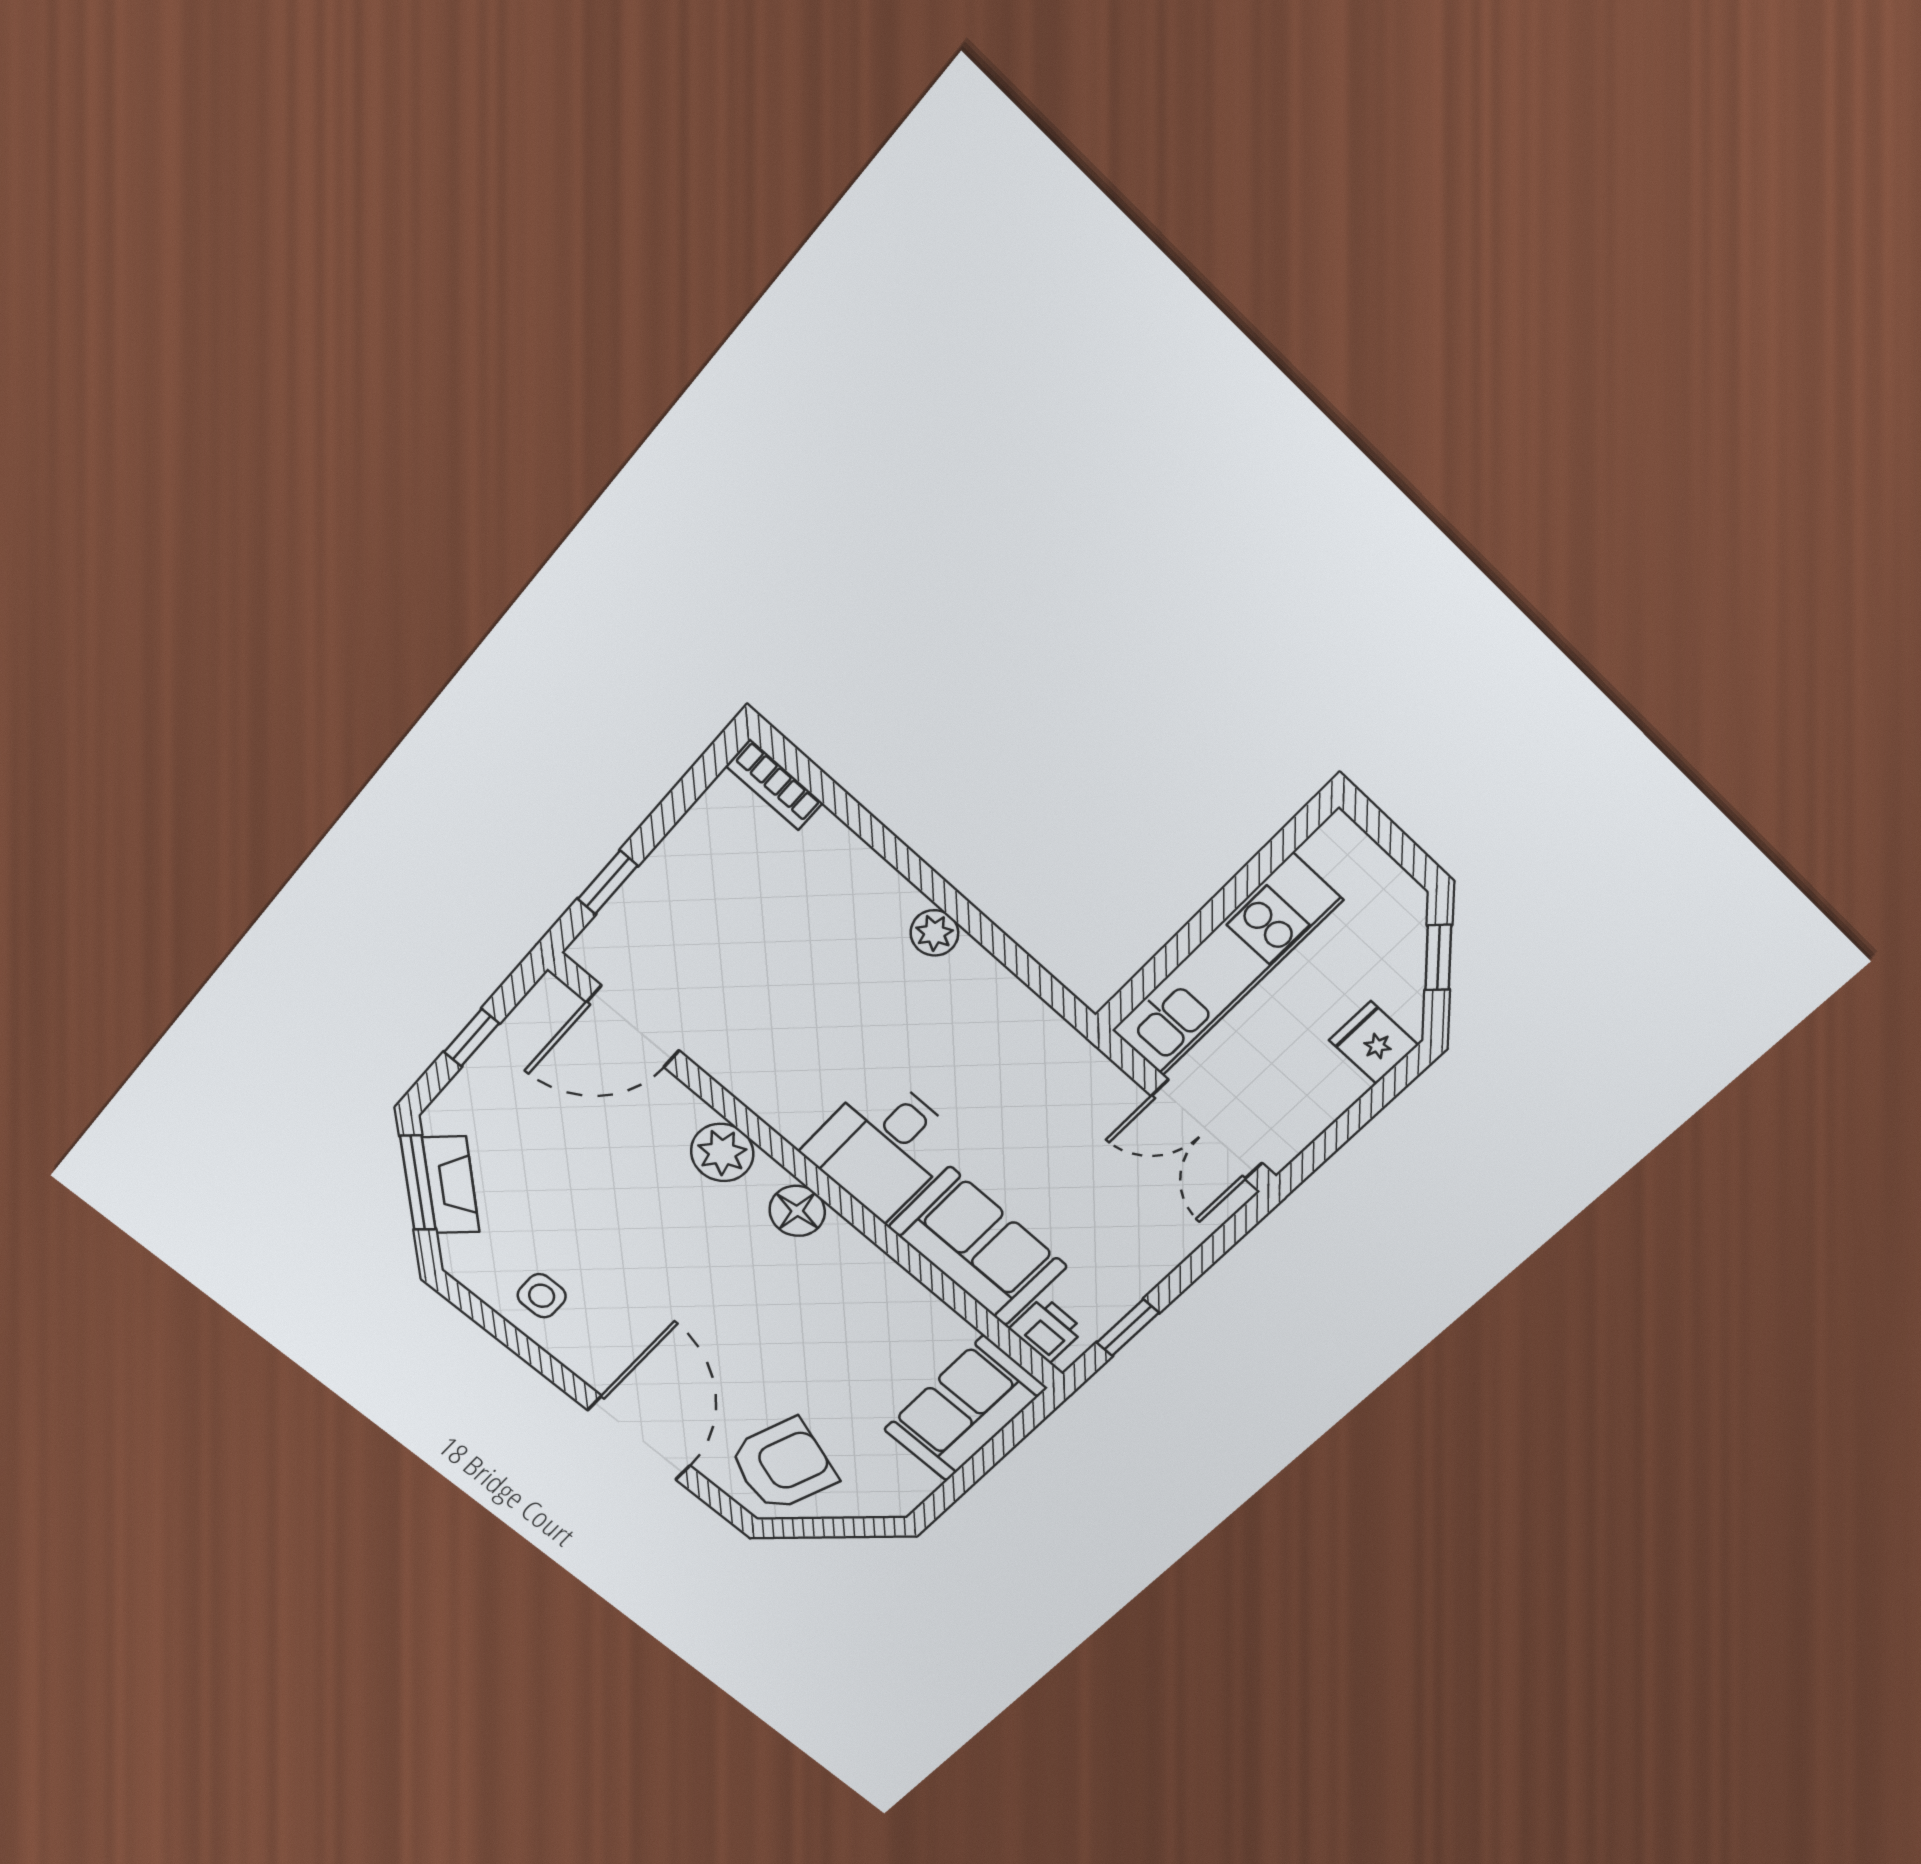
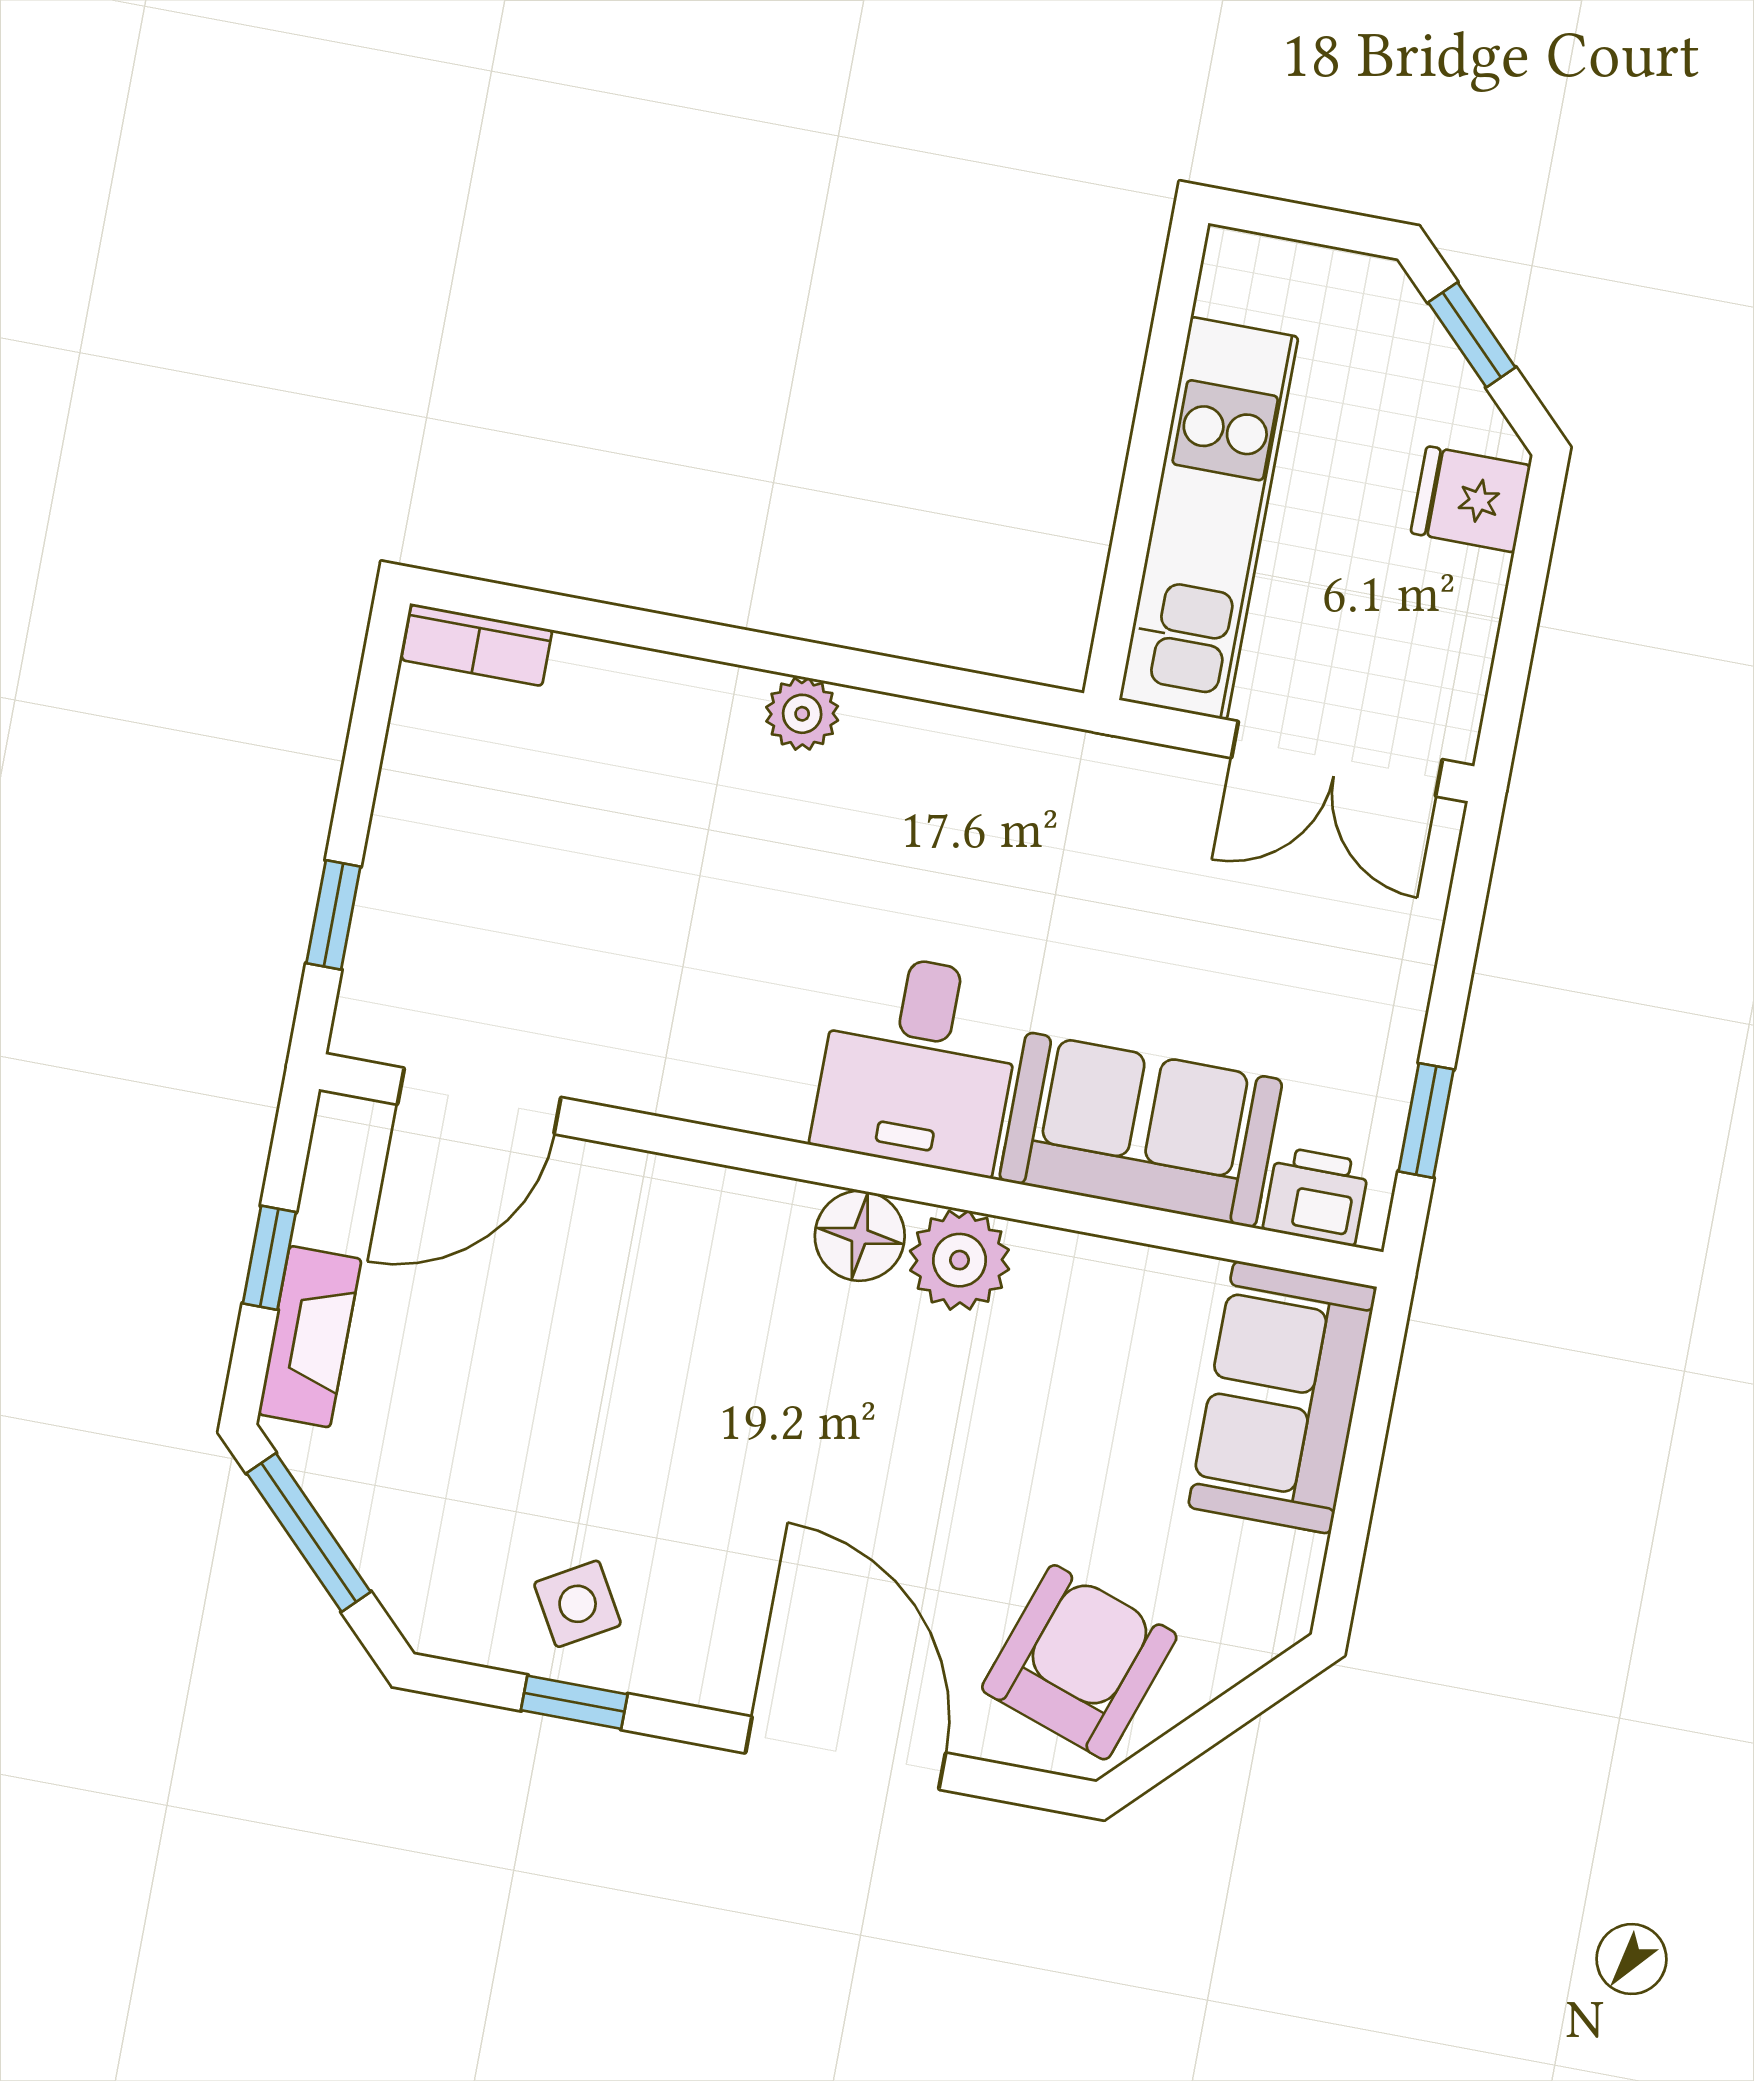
plant: (722, 1153) -> (960, 1260), moved
fireplace: (451, 1185) -> (310, 1337), moved, turned 45
side table: (542, 1296) -> (578, 1604), turned -30
window: (513, 1339) -> (574, 1702), added

